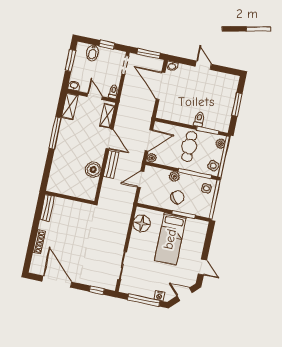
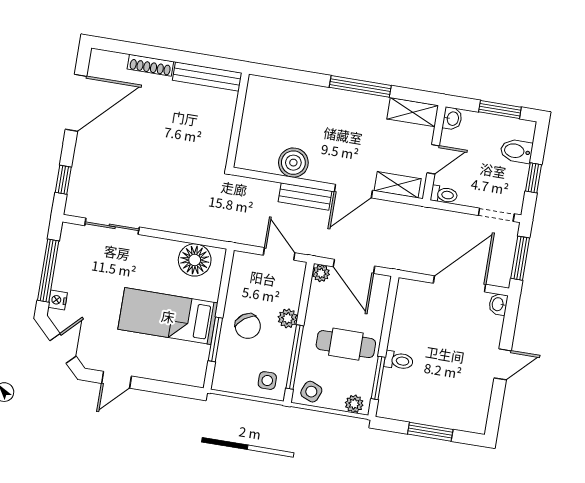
bench: (47, 208) -> (207, 77), width x1.36

